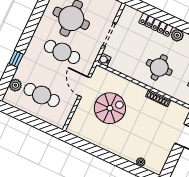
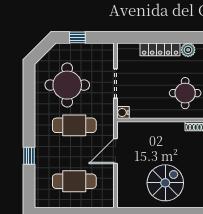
plant: (15, 85) -> (42, 184), removed
door: (85, 87) -> (116, 151), hinge flipped
spiral stairs: (110, 108) -> (165, 183), moved

